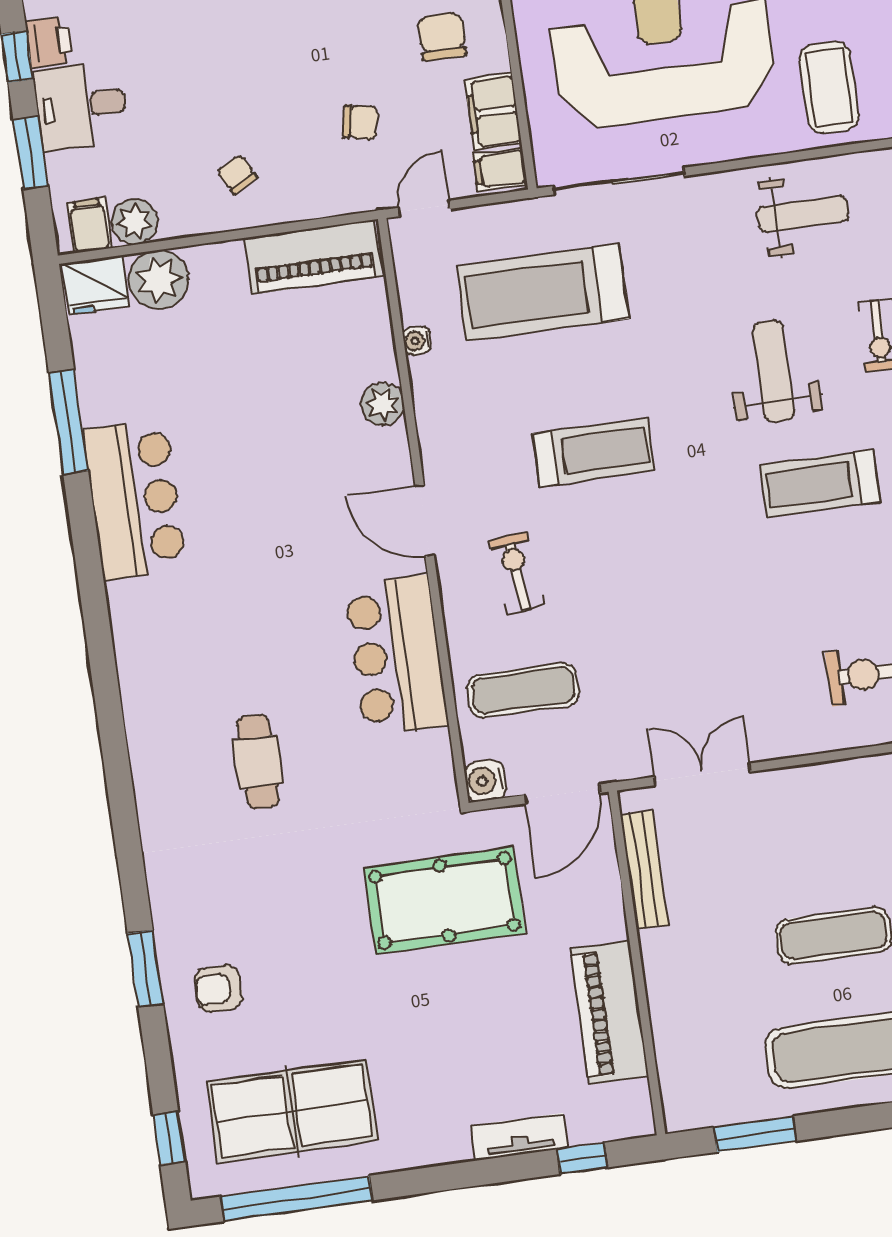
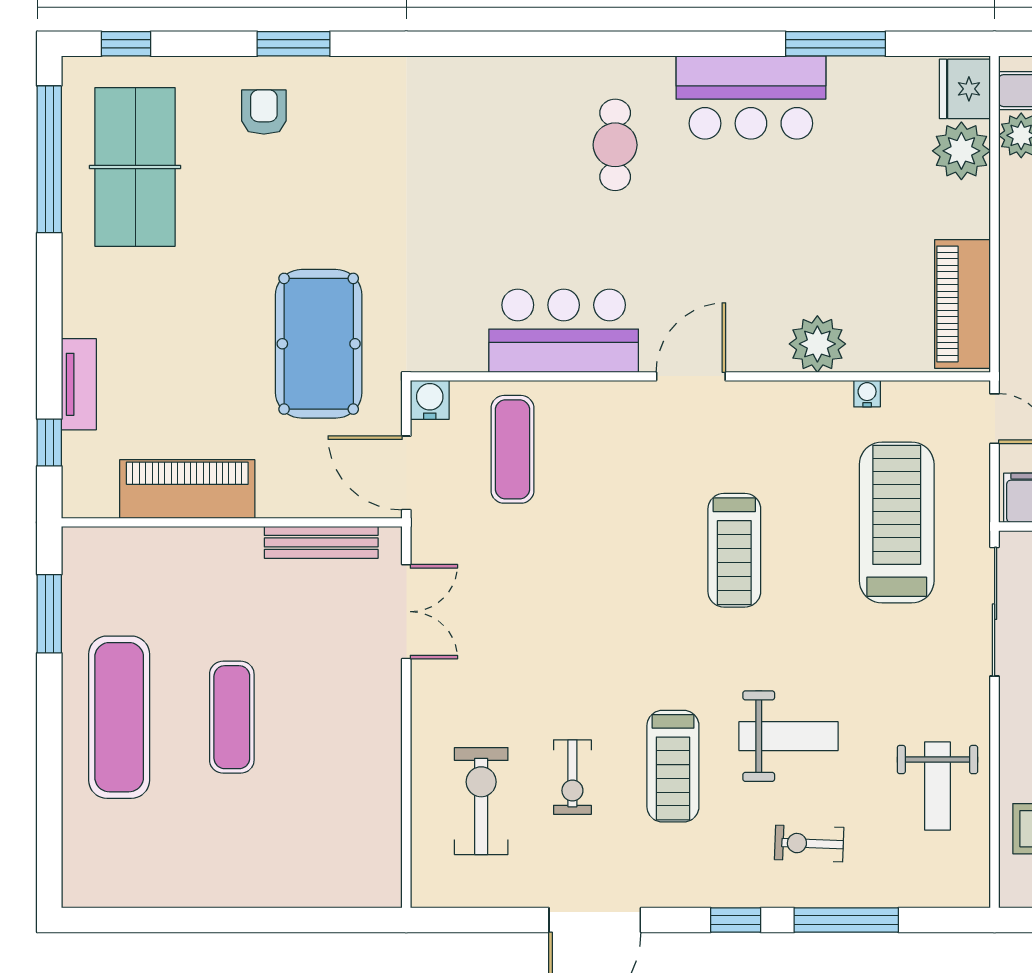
plant: (383, 404) -> (817, 344), width x1.36, depth x1.36
treadmill: (820, 483) -> (673, 766), turned 180
exercise bike: (517, 573) -> (572, 777), moved, turned 96
cafe table: (258, 762) -> (615, 145), moved, turned 90

